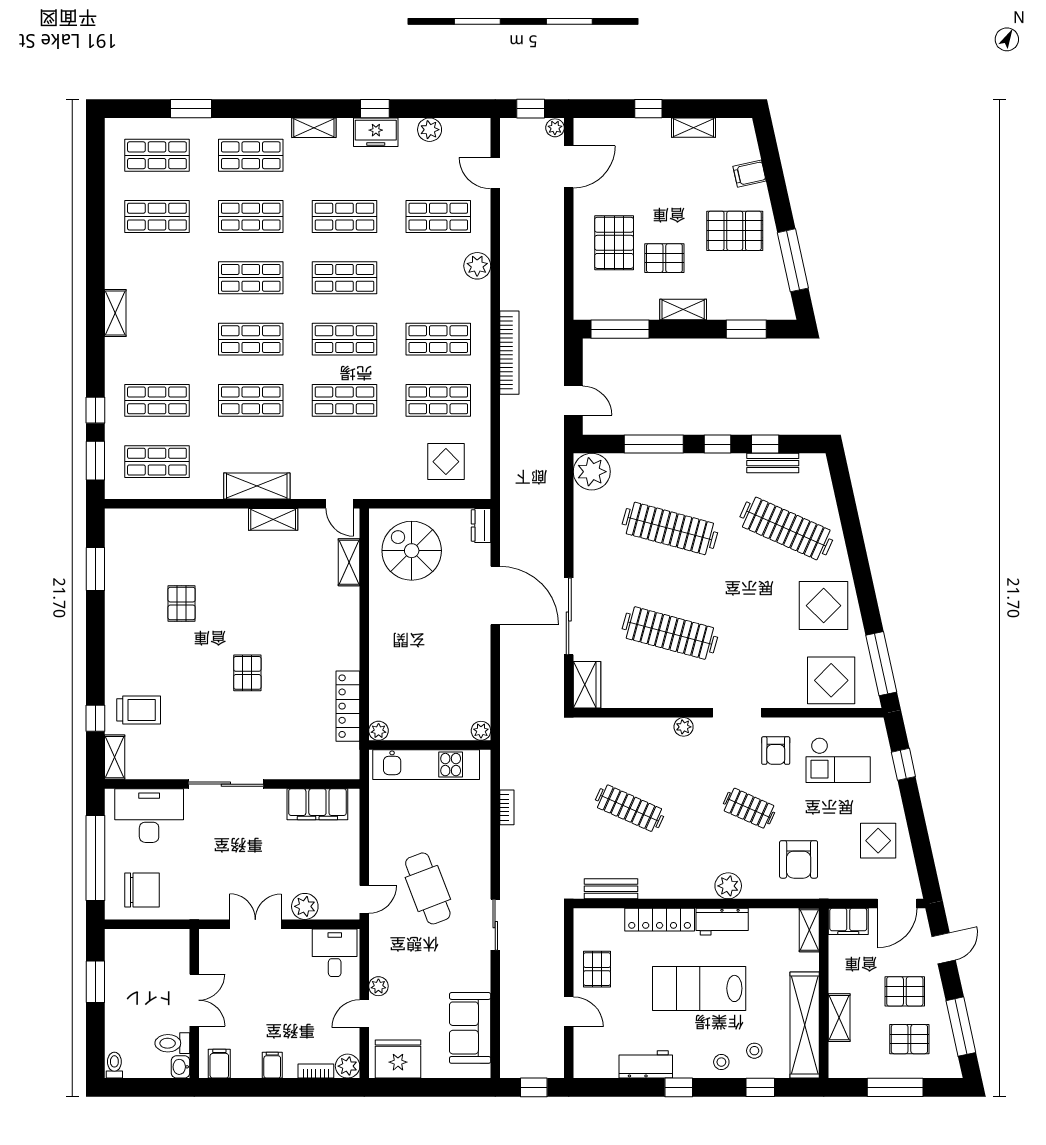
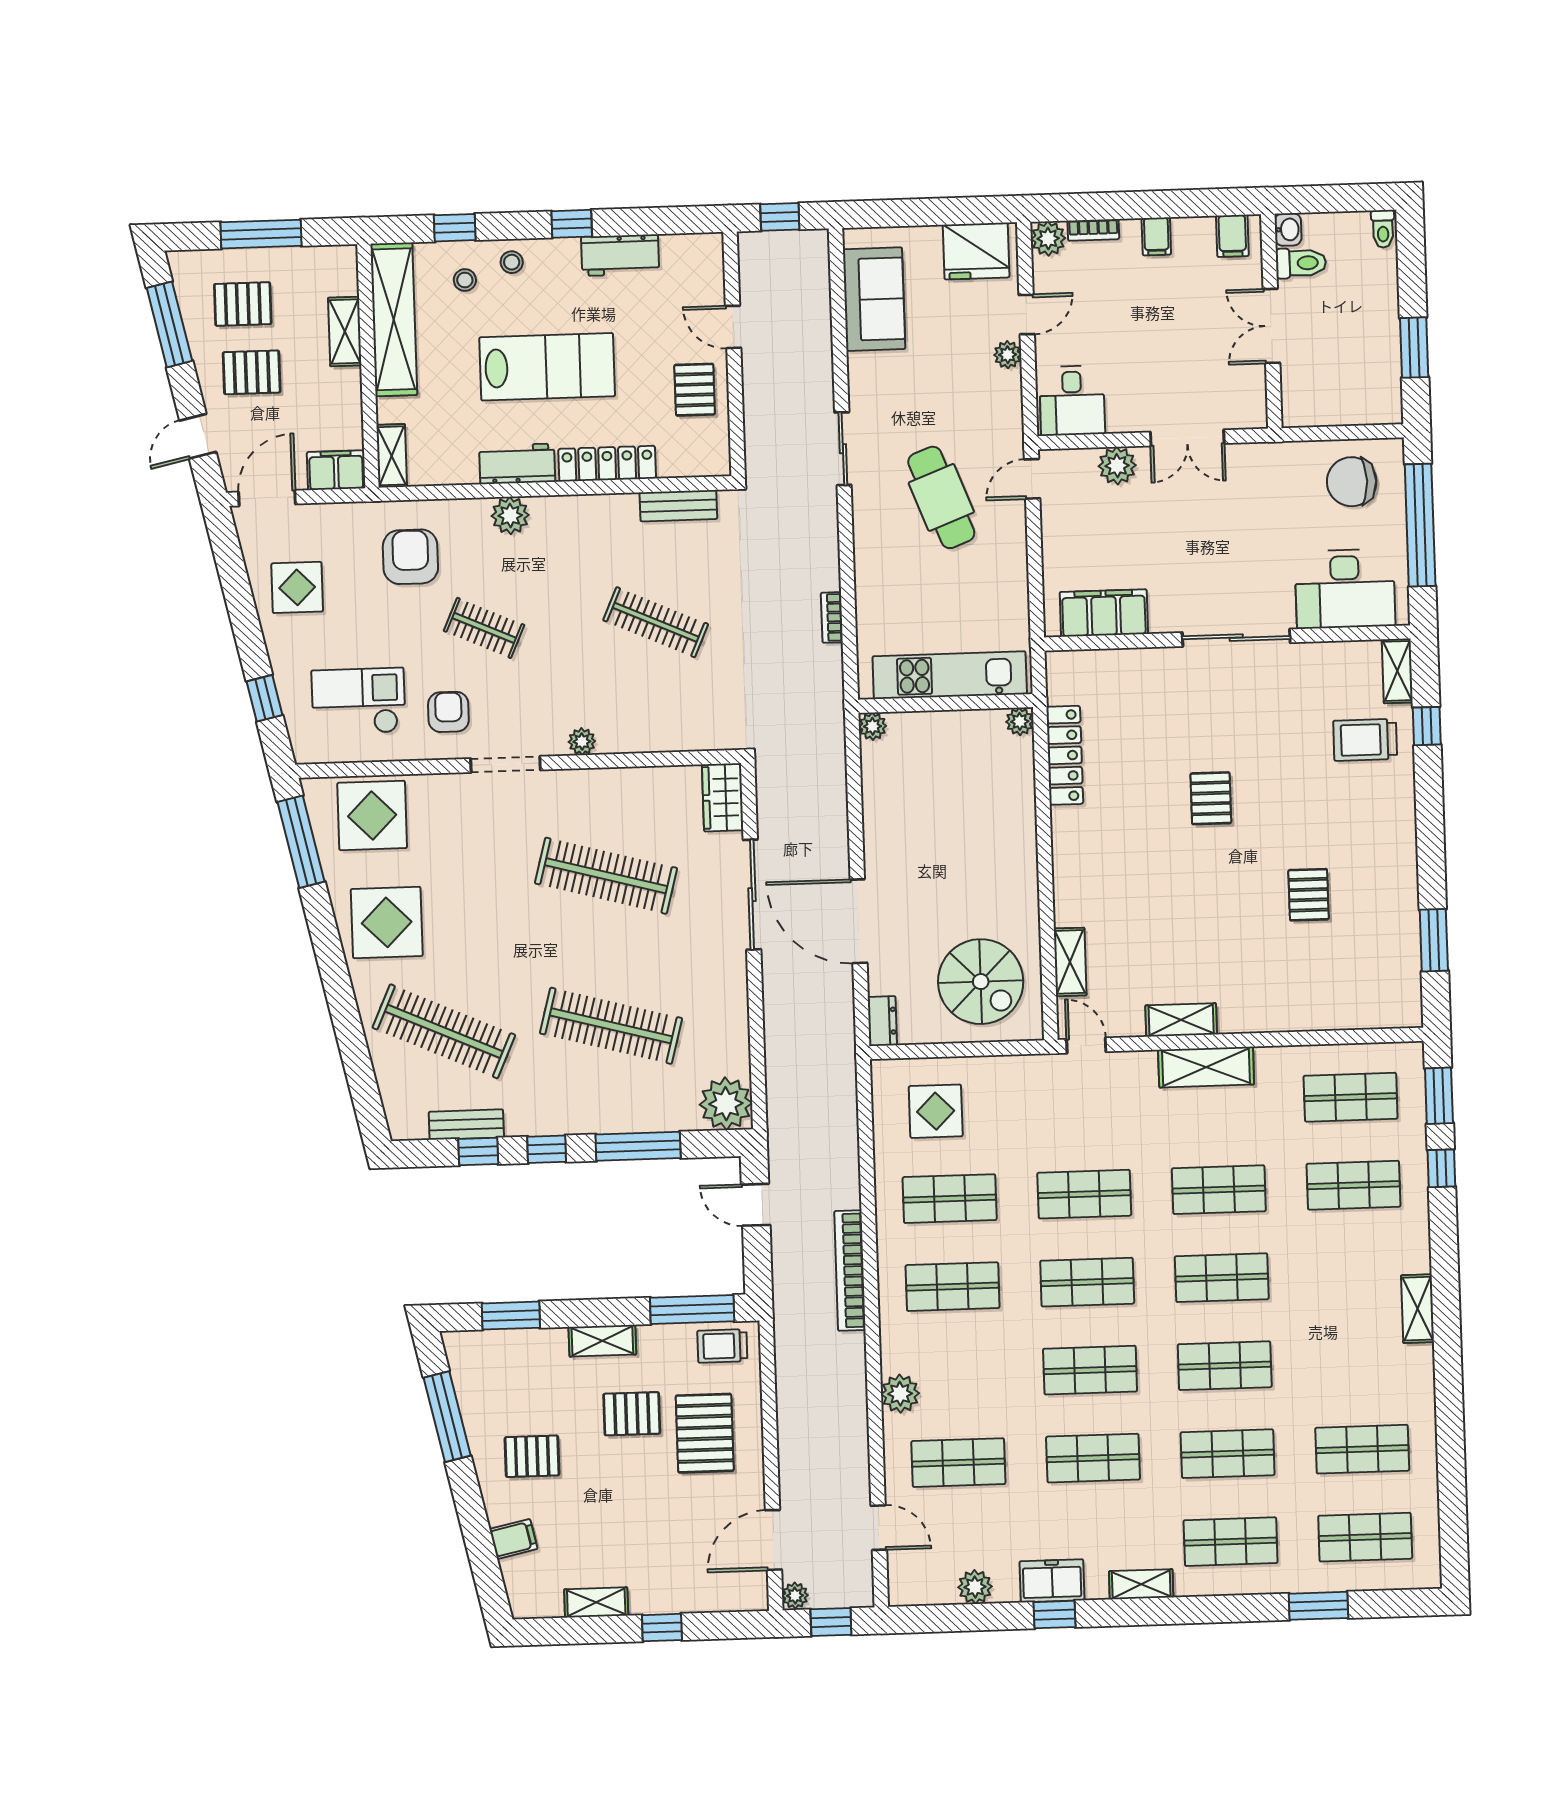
pallet: (735, 231) -> (532, 1456), width x0.67, depth x0.71
trolley: (600, 303) -> (722, 1346), added

